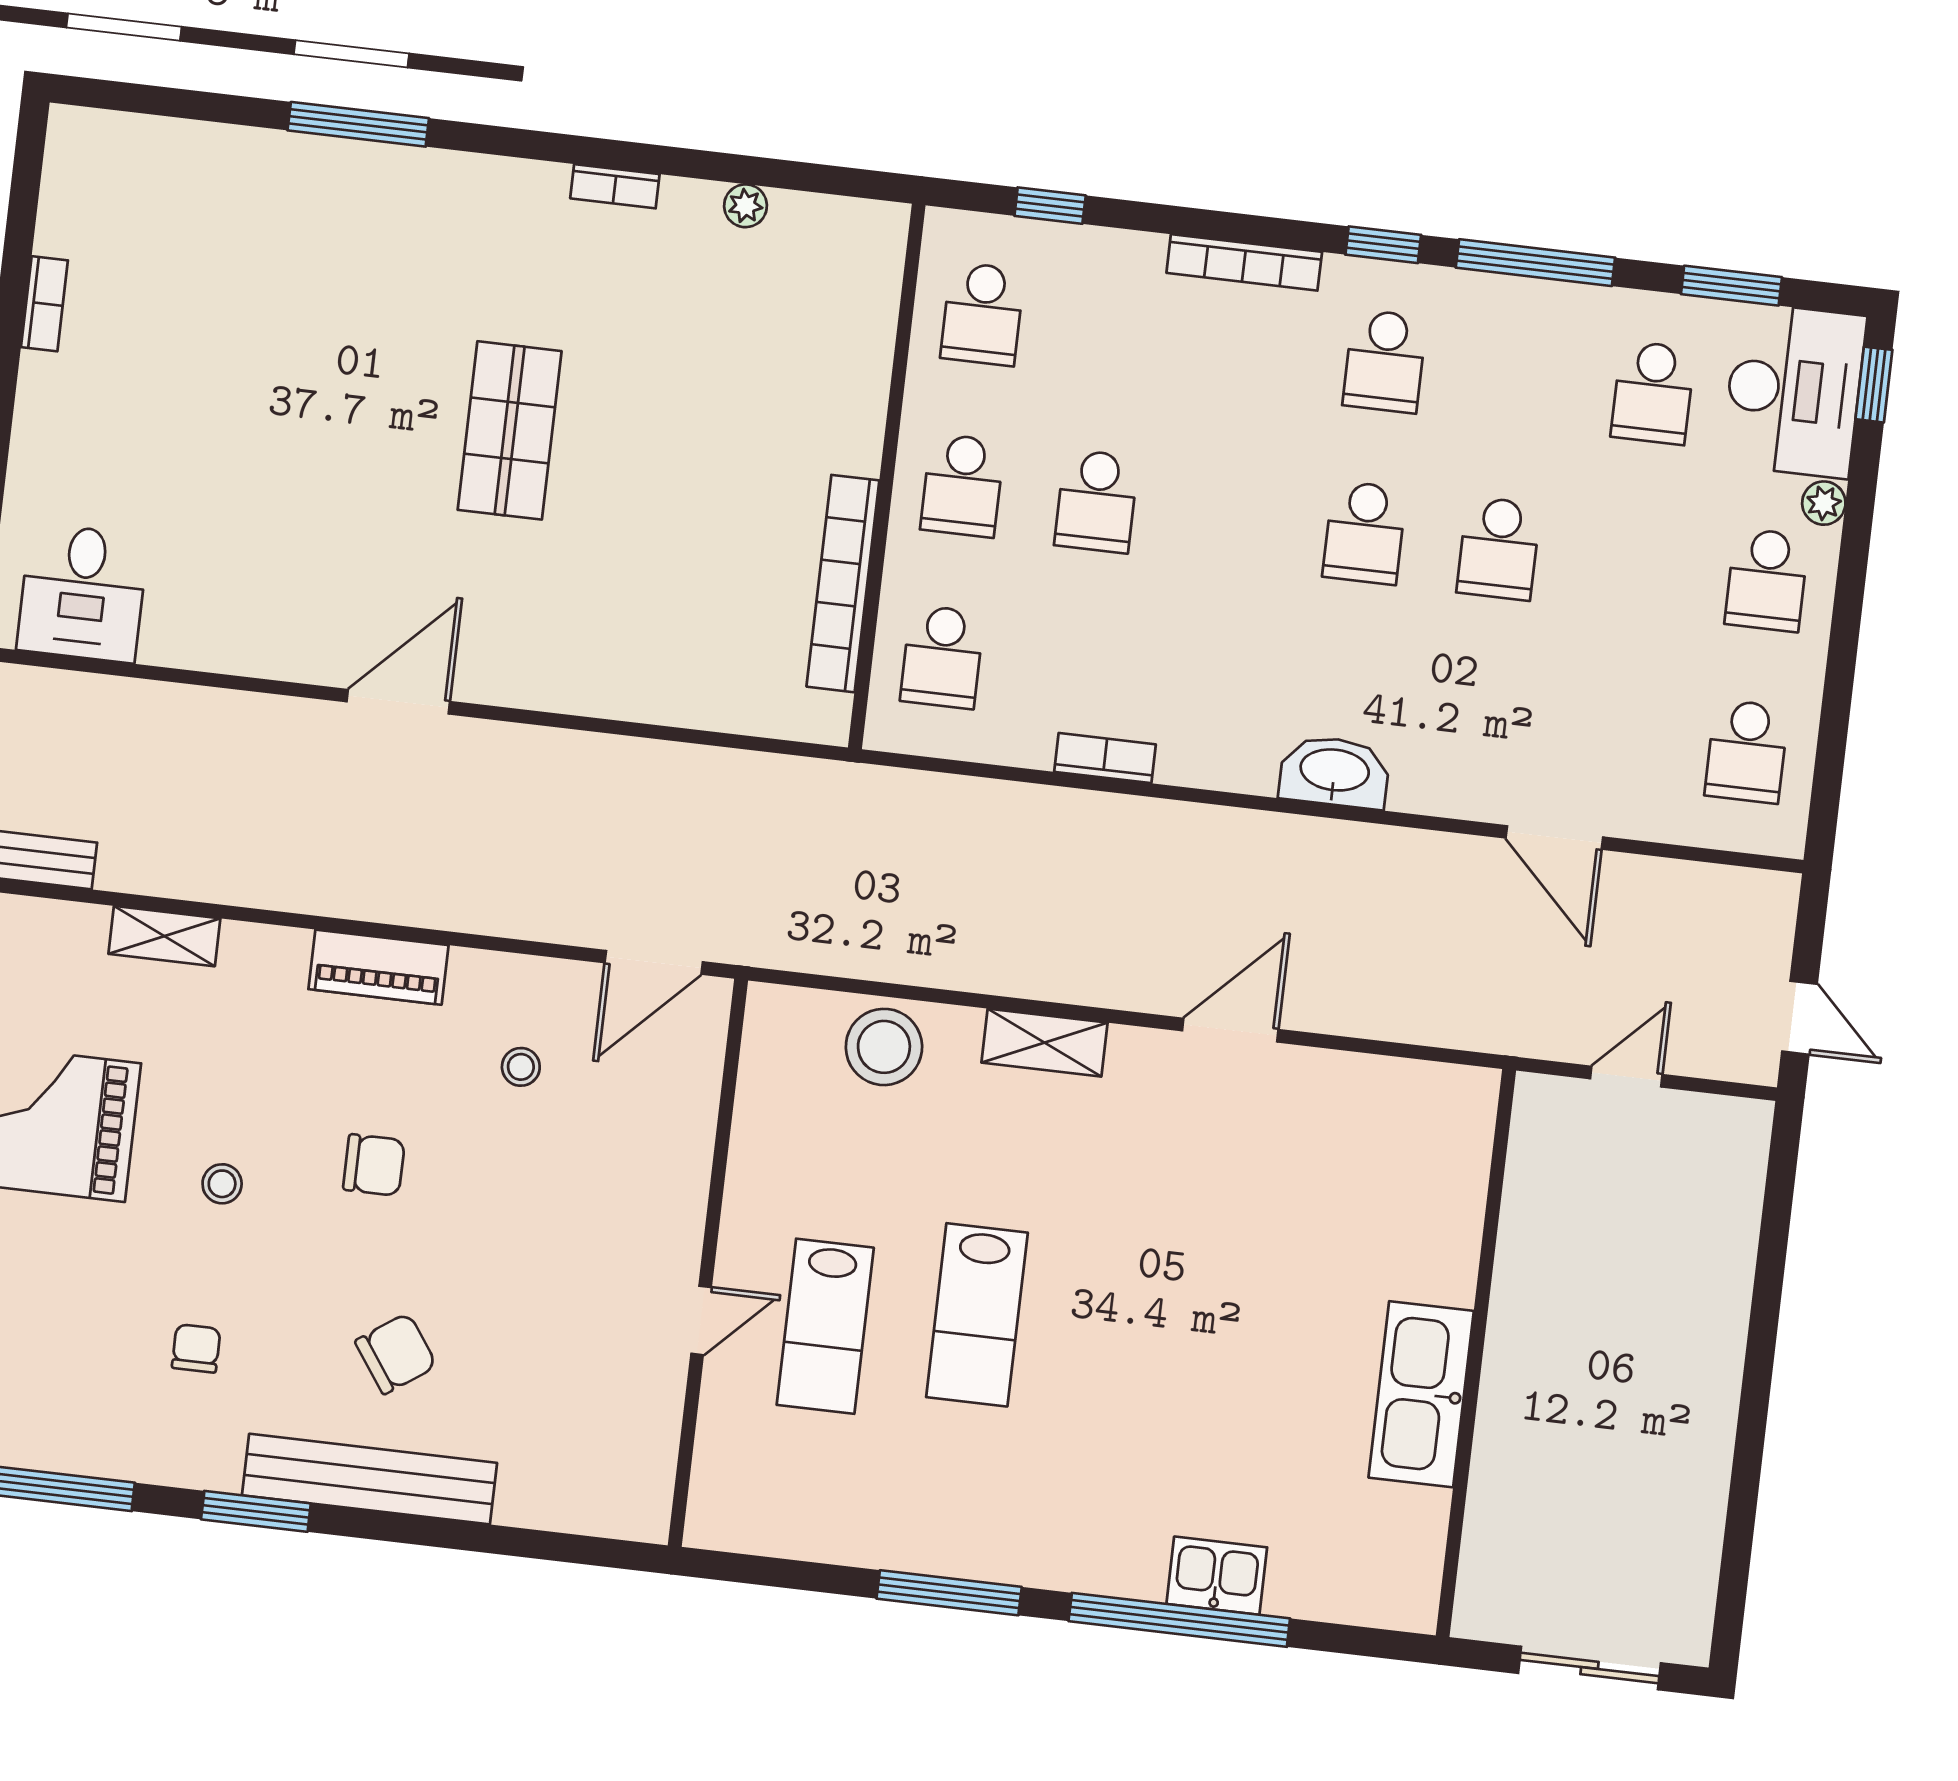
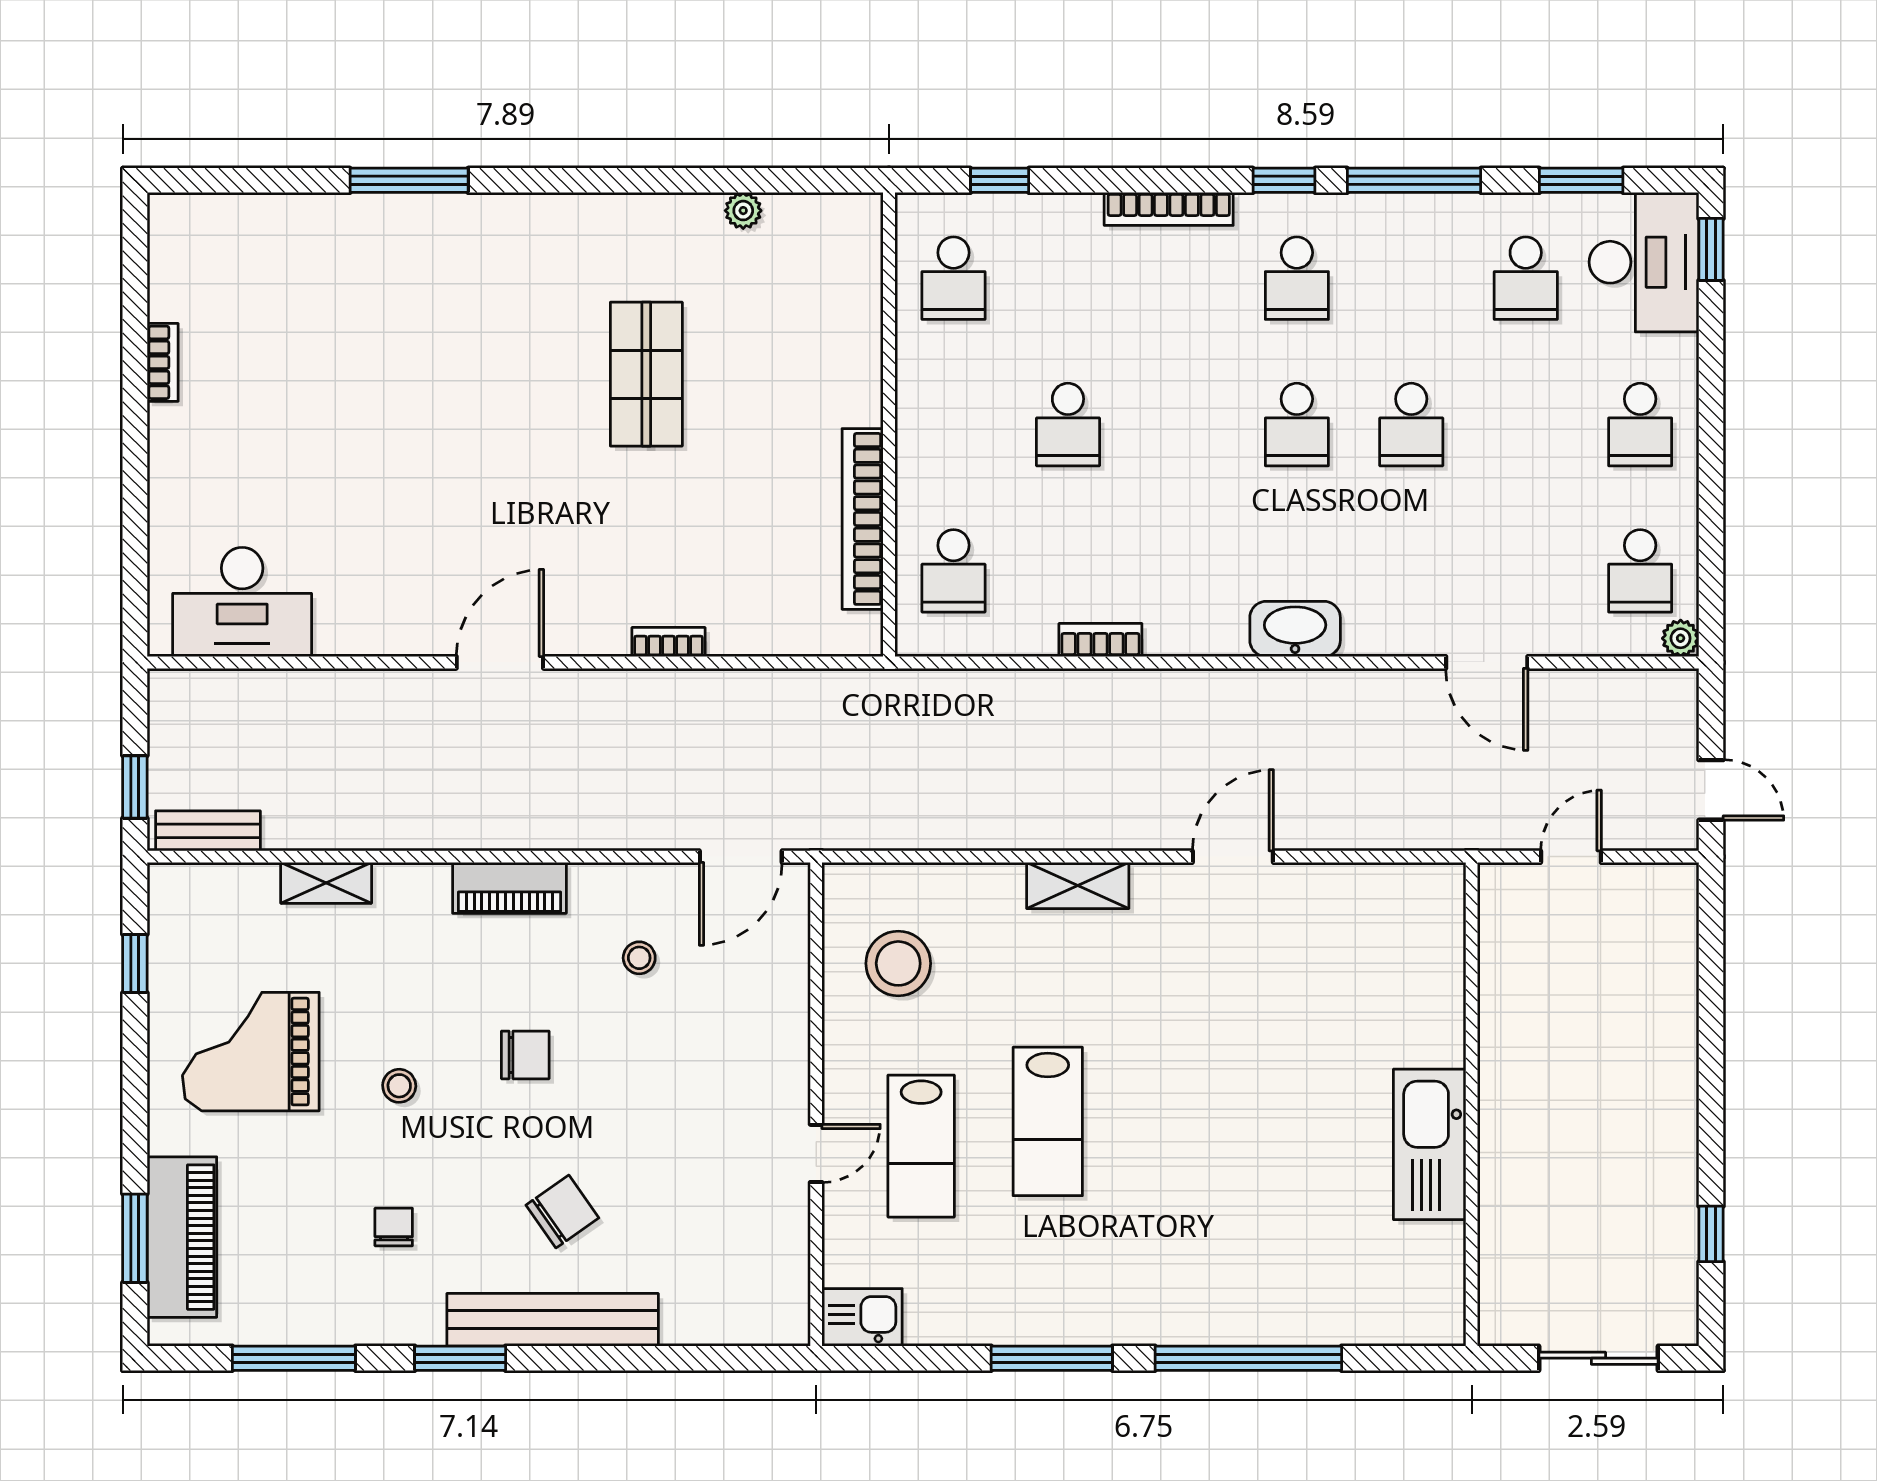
bookcase: (615, 186) -> (669, 642), moved, turned 180
shop shelf: (510, 430) -> (646, 374), moved
school desk: (962, 485) -> (954, 425), removed
plant: (1824, 503) -> (1681, 638), moved
desk: (83, 593) -> (242, 602), width x1.37
stool: (884, 1047) -> (898, 963), moved
window: (1738, 1538) -> (1711, 1234), added
kitchen sink: (1217, 1576) -> (862, 1317), moved

